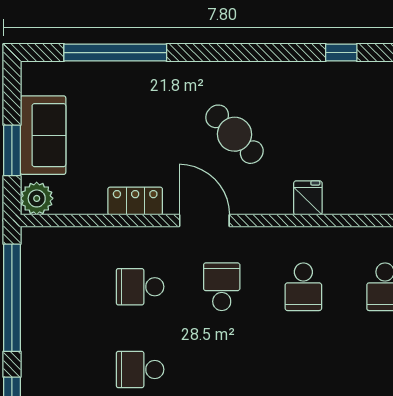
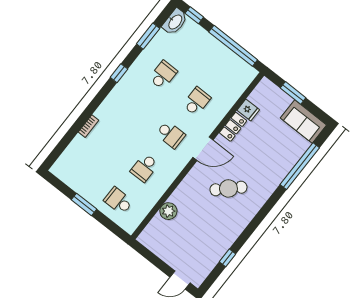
sofa: (43, 135) -> (303, 122), moved
plant: (37, 198) -> (168, 211), moved
fridge: (308, 198) -> (248, 110), moved
school desk: (303, 287) -> (144, 168), turned -90

